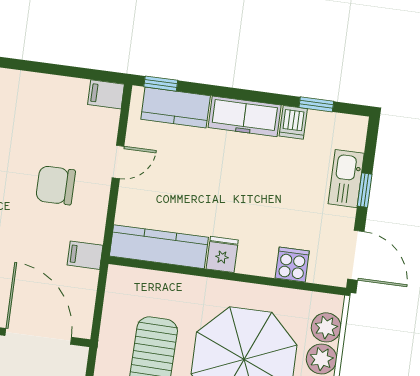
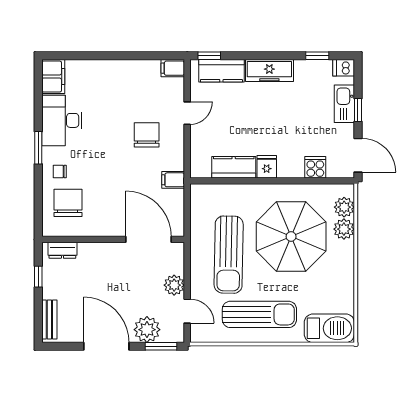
dishwasher: (293, 122) -> (344, 68), moved, turned 90
chair: (56, 185) -> (147, 135), turned 90
kitchen counter: (159, 247) -> (234, 167), width x0.67

